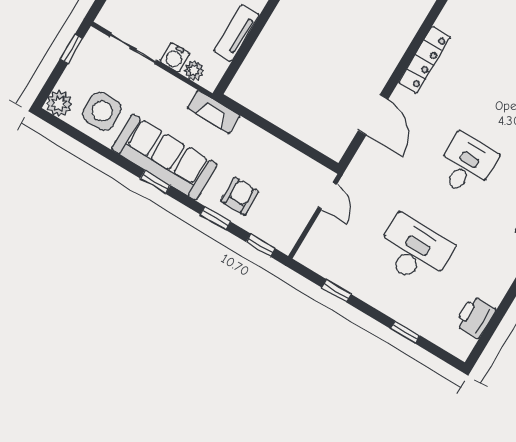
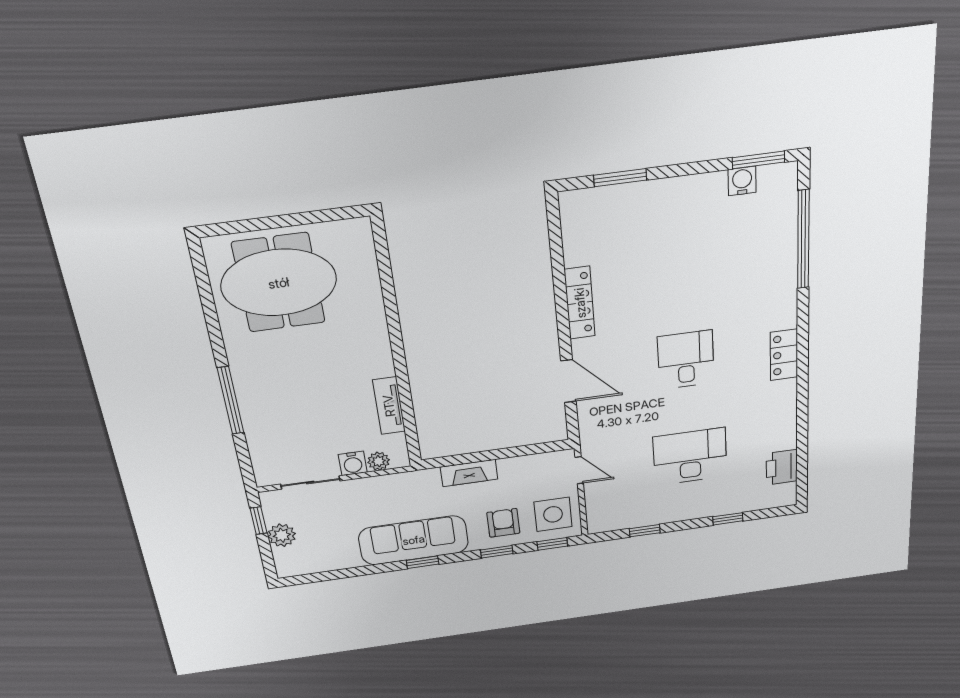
plant: (59, 104) -> (282, 535), moved
side table: (102, 111) -> (553, 514), moved
fireplace: (214, 112) -> (469, 473), moved

